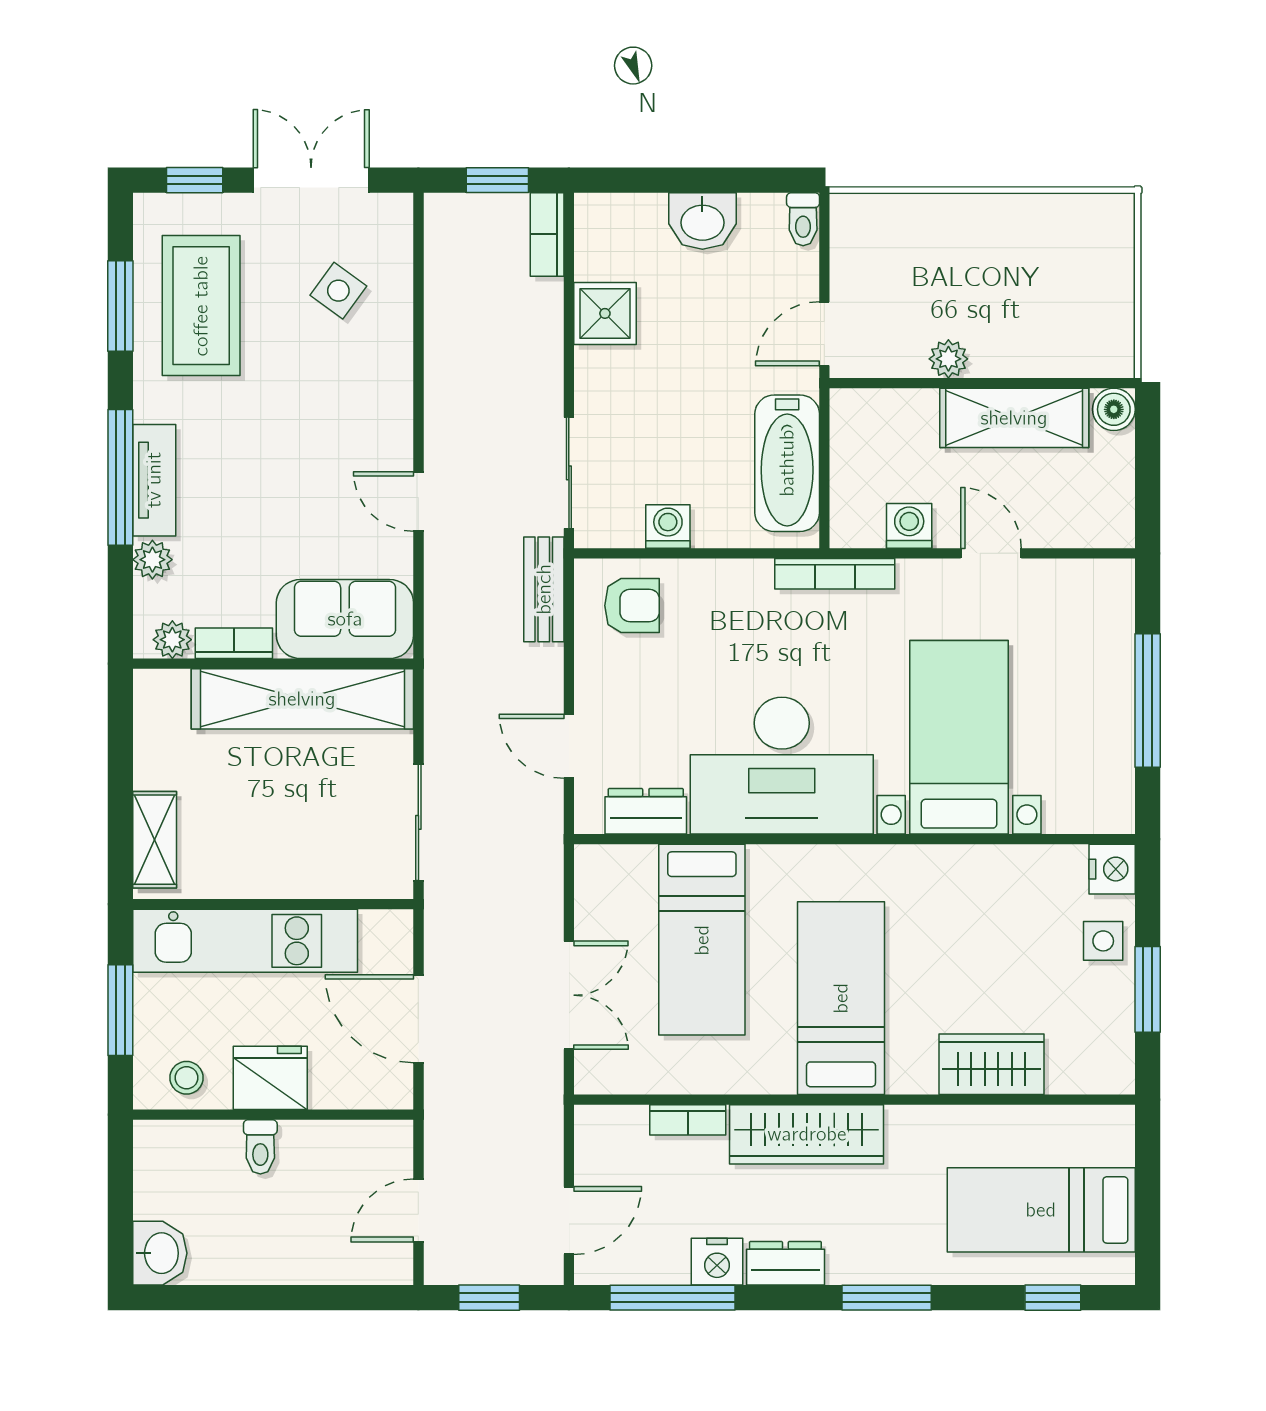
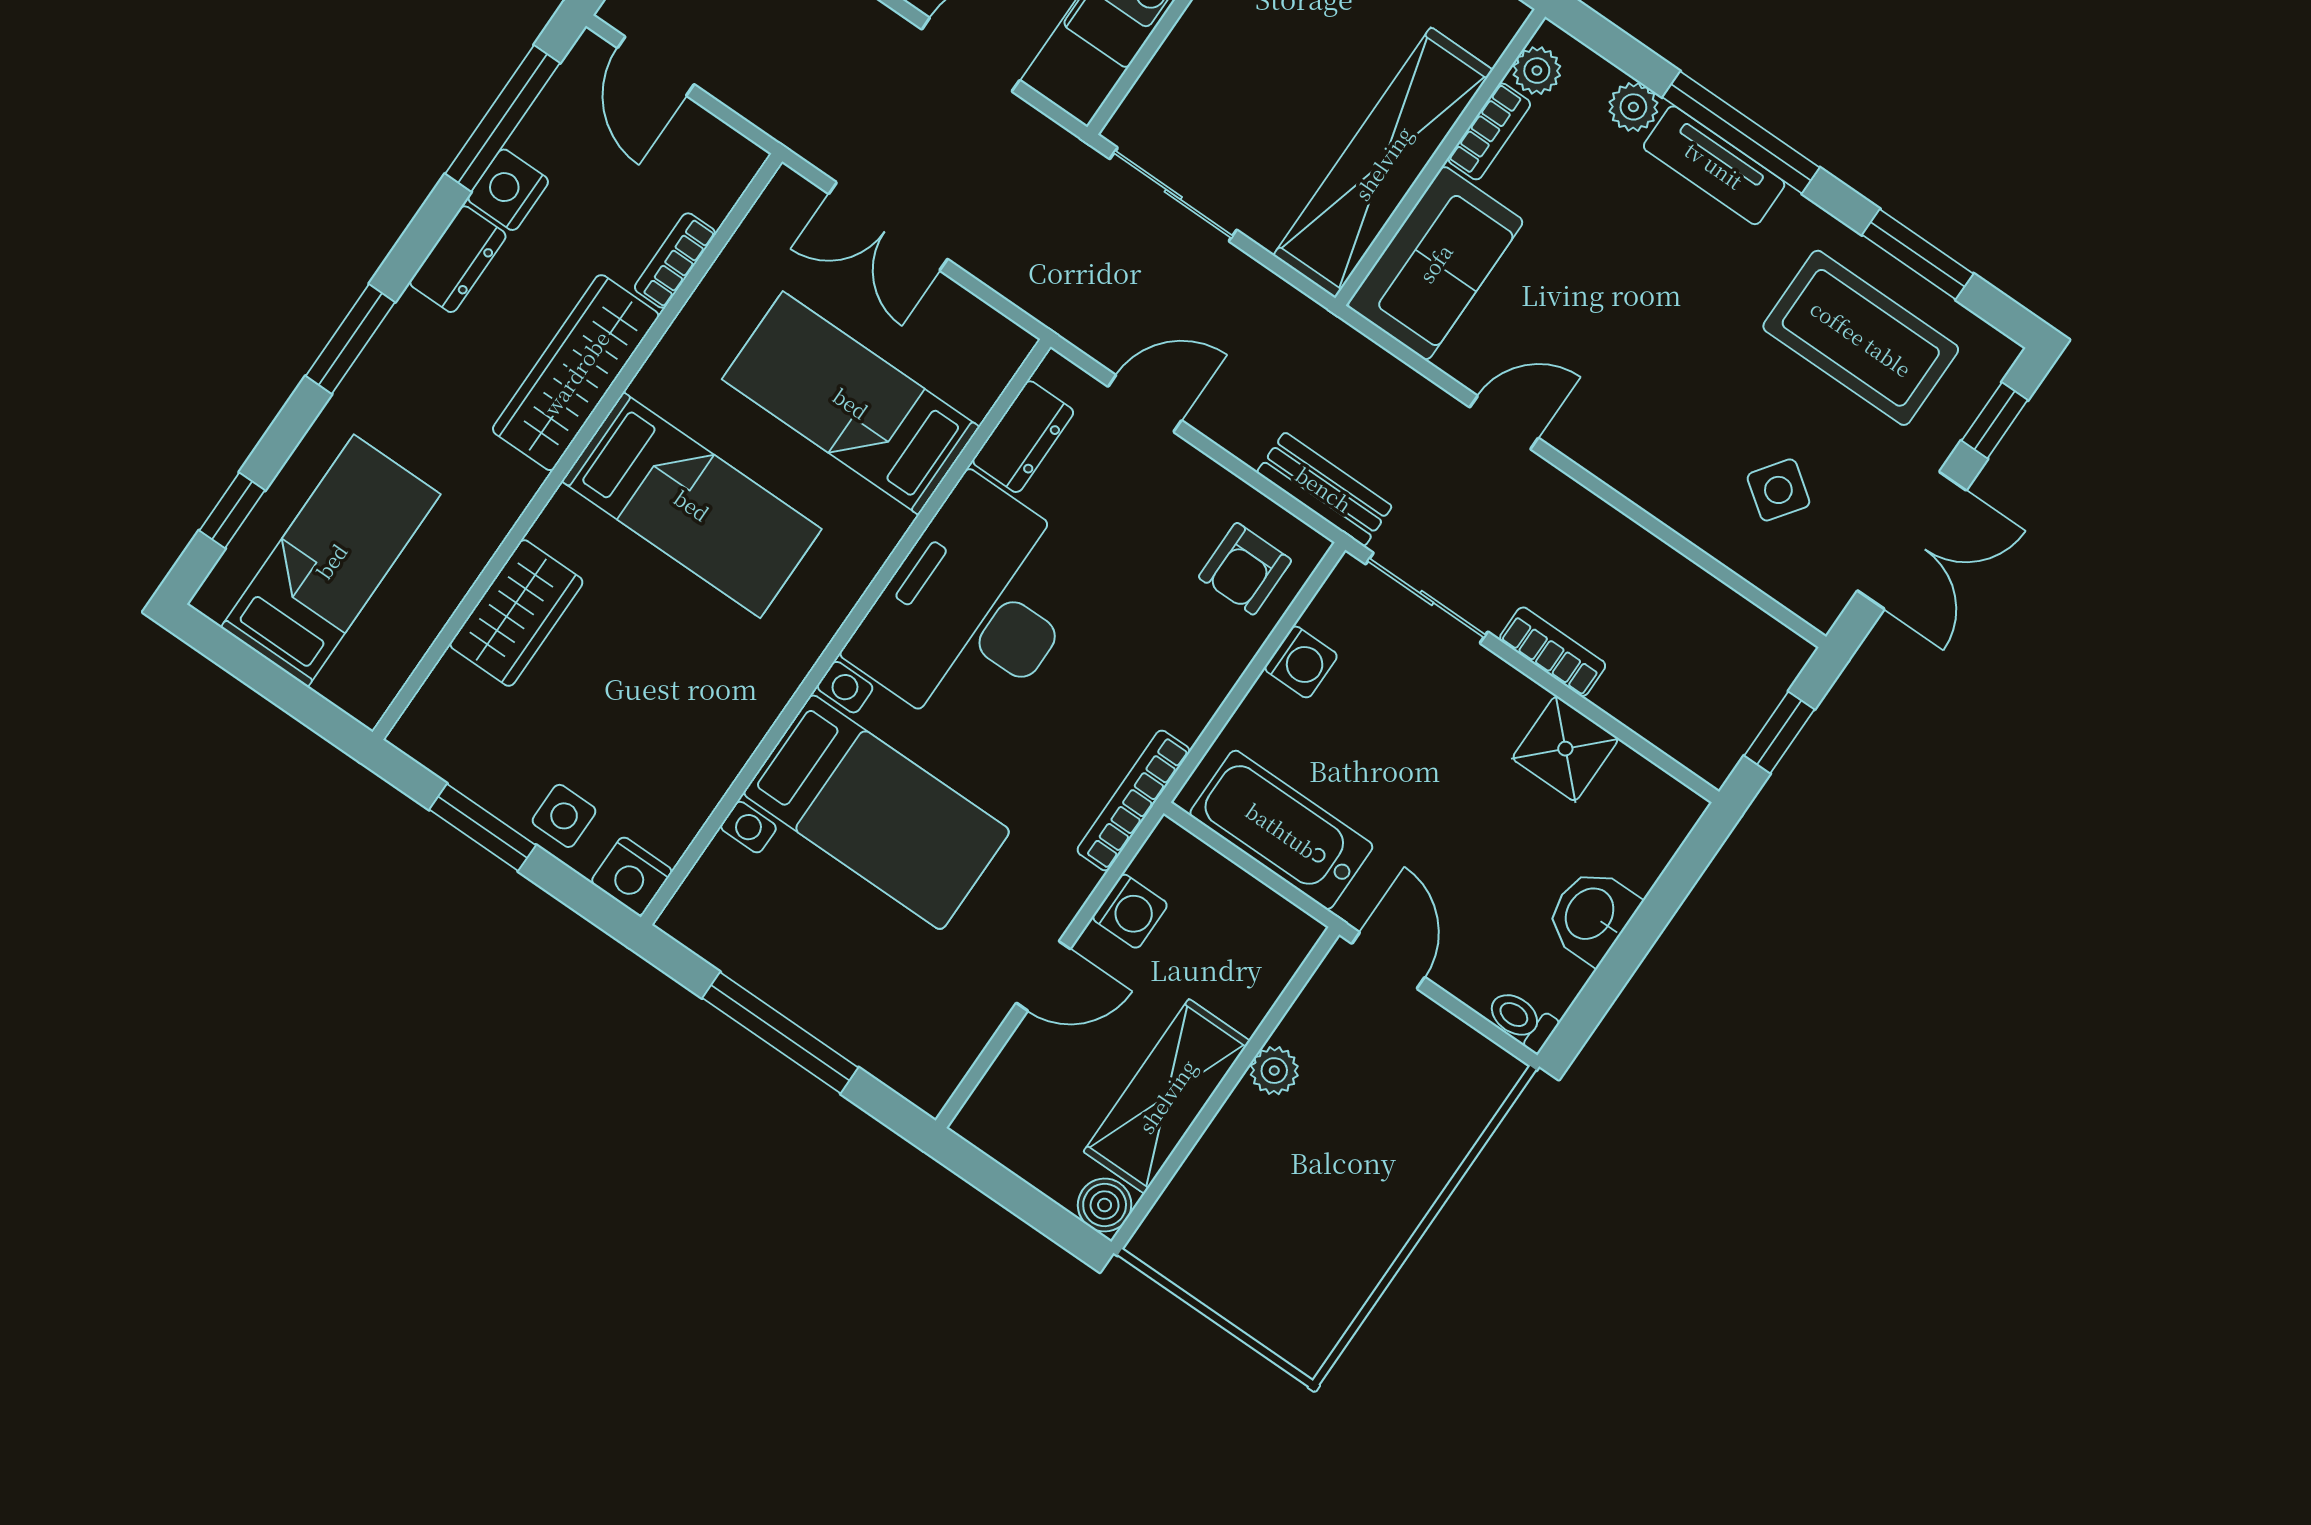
bookcase: (547, 234) -> (1553, 652), moved

